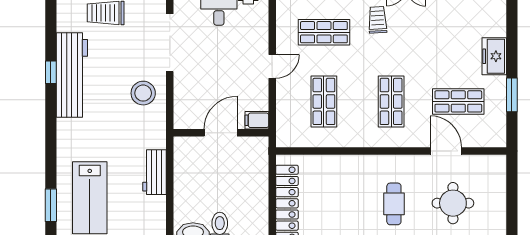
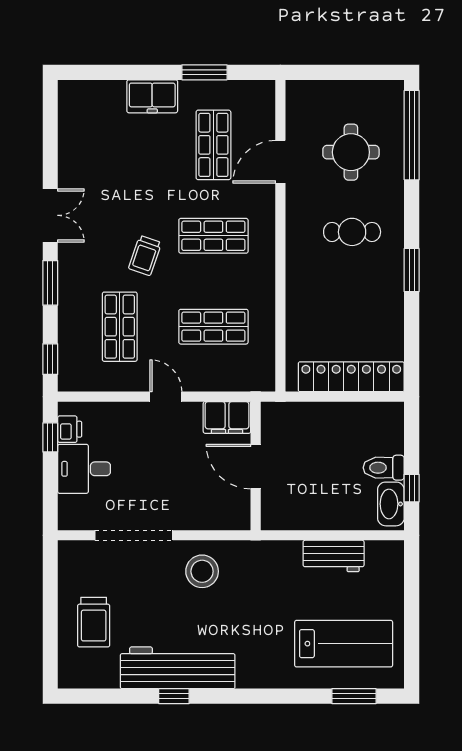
trolley: (377, 20) -> (145, 256), moved, turned -68
filing cabinet: (257, 120) -> (227, 417), width x2.00
workbench: (154, 172) -> (334, 556), moved

